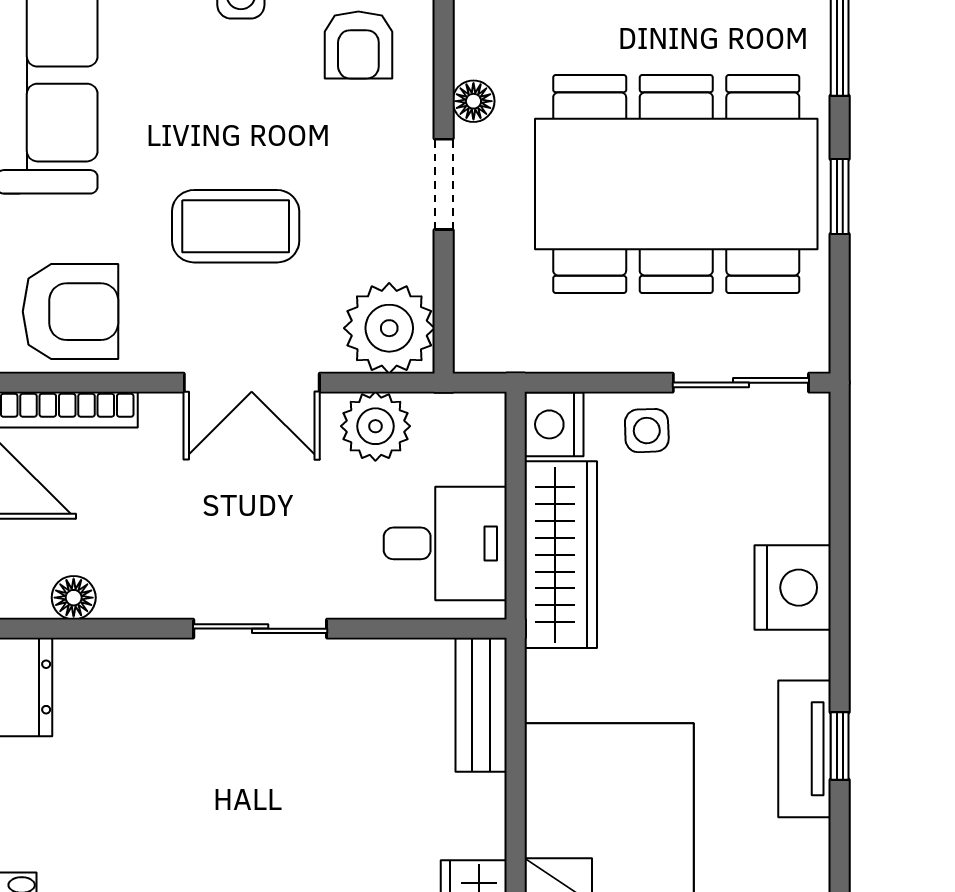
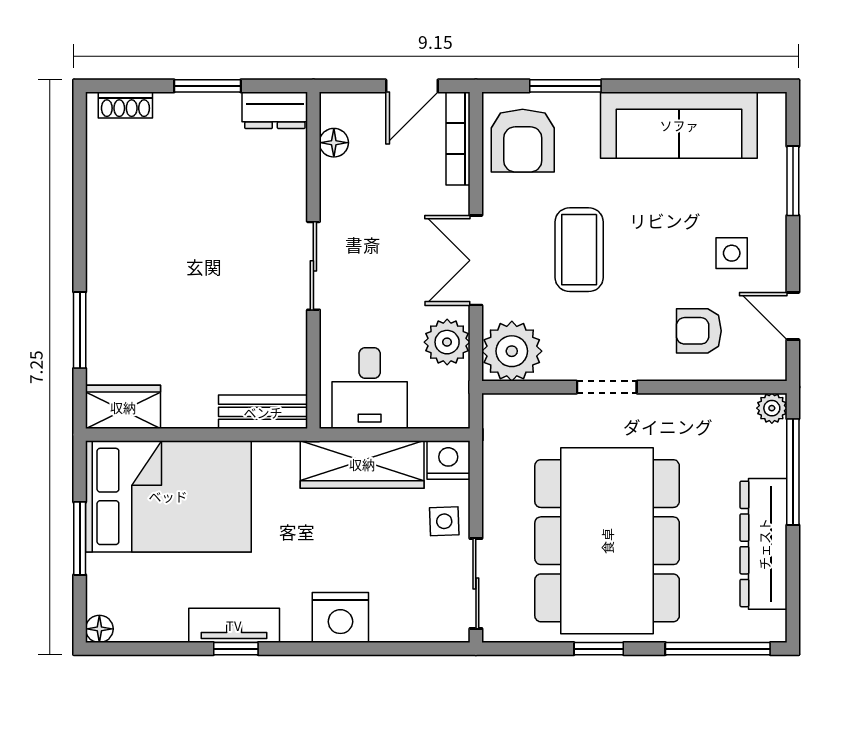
floor lamp: (473, 101) -> (662, 407), removed

